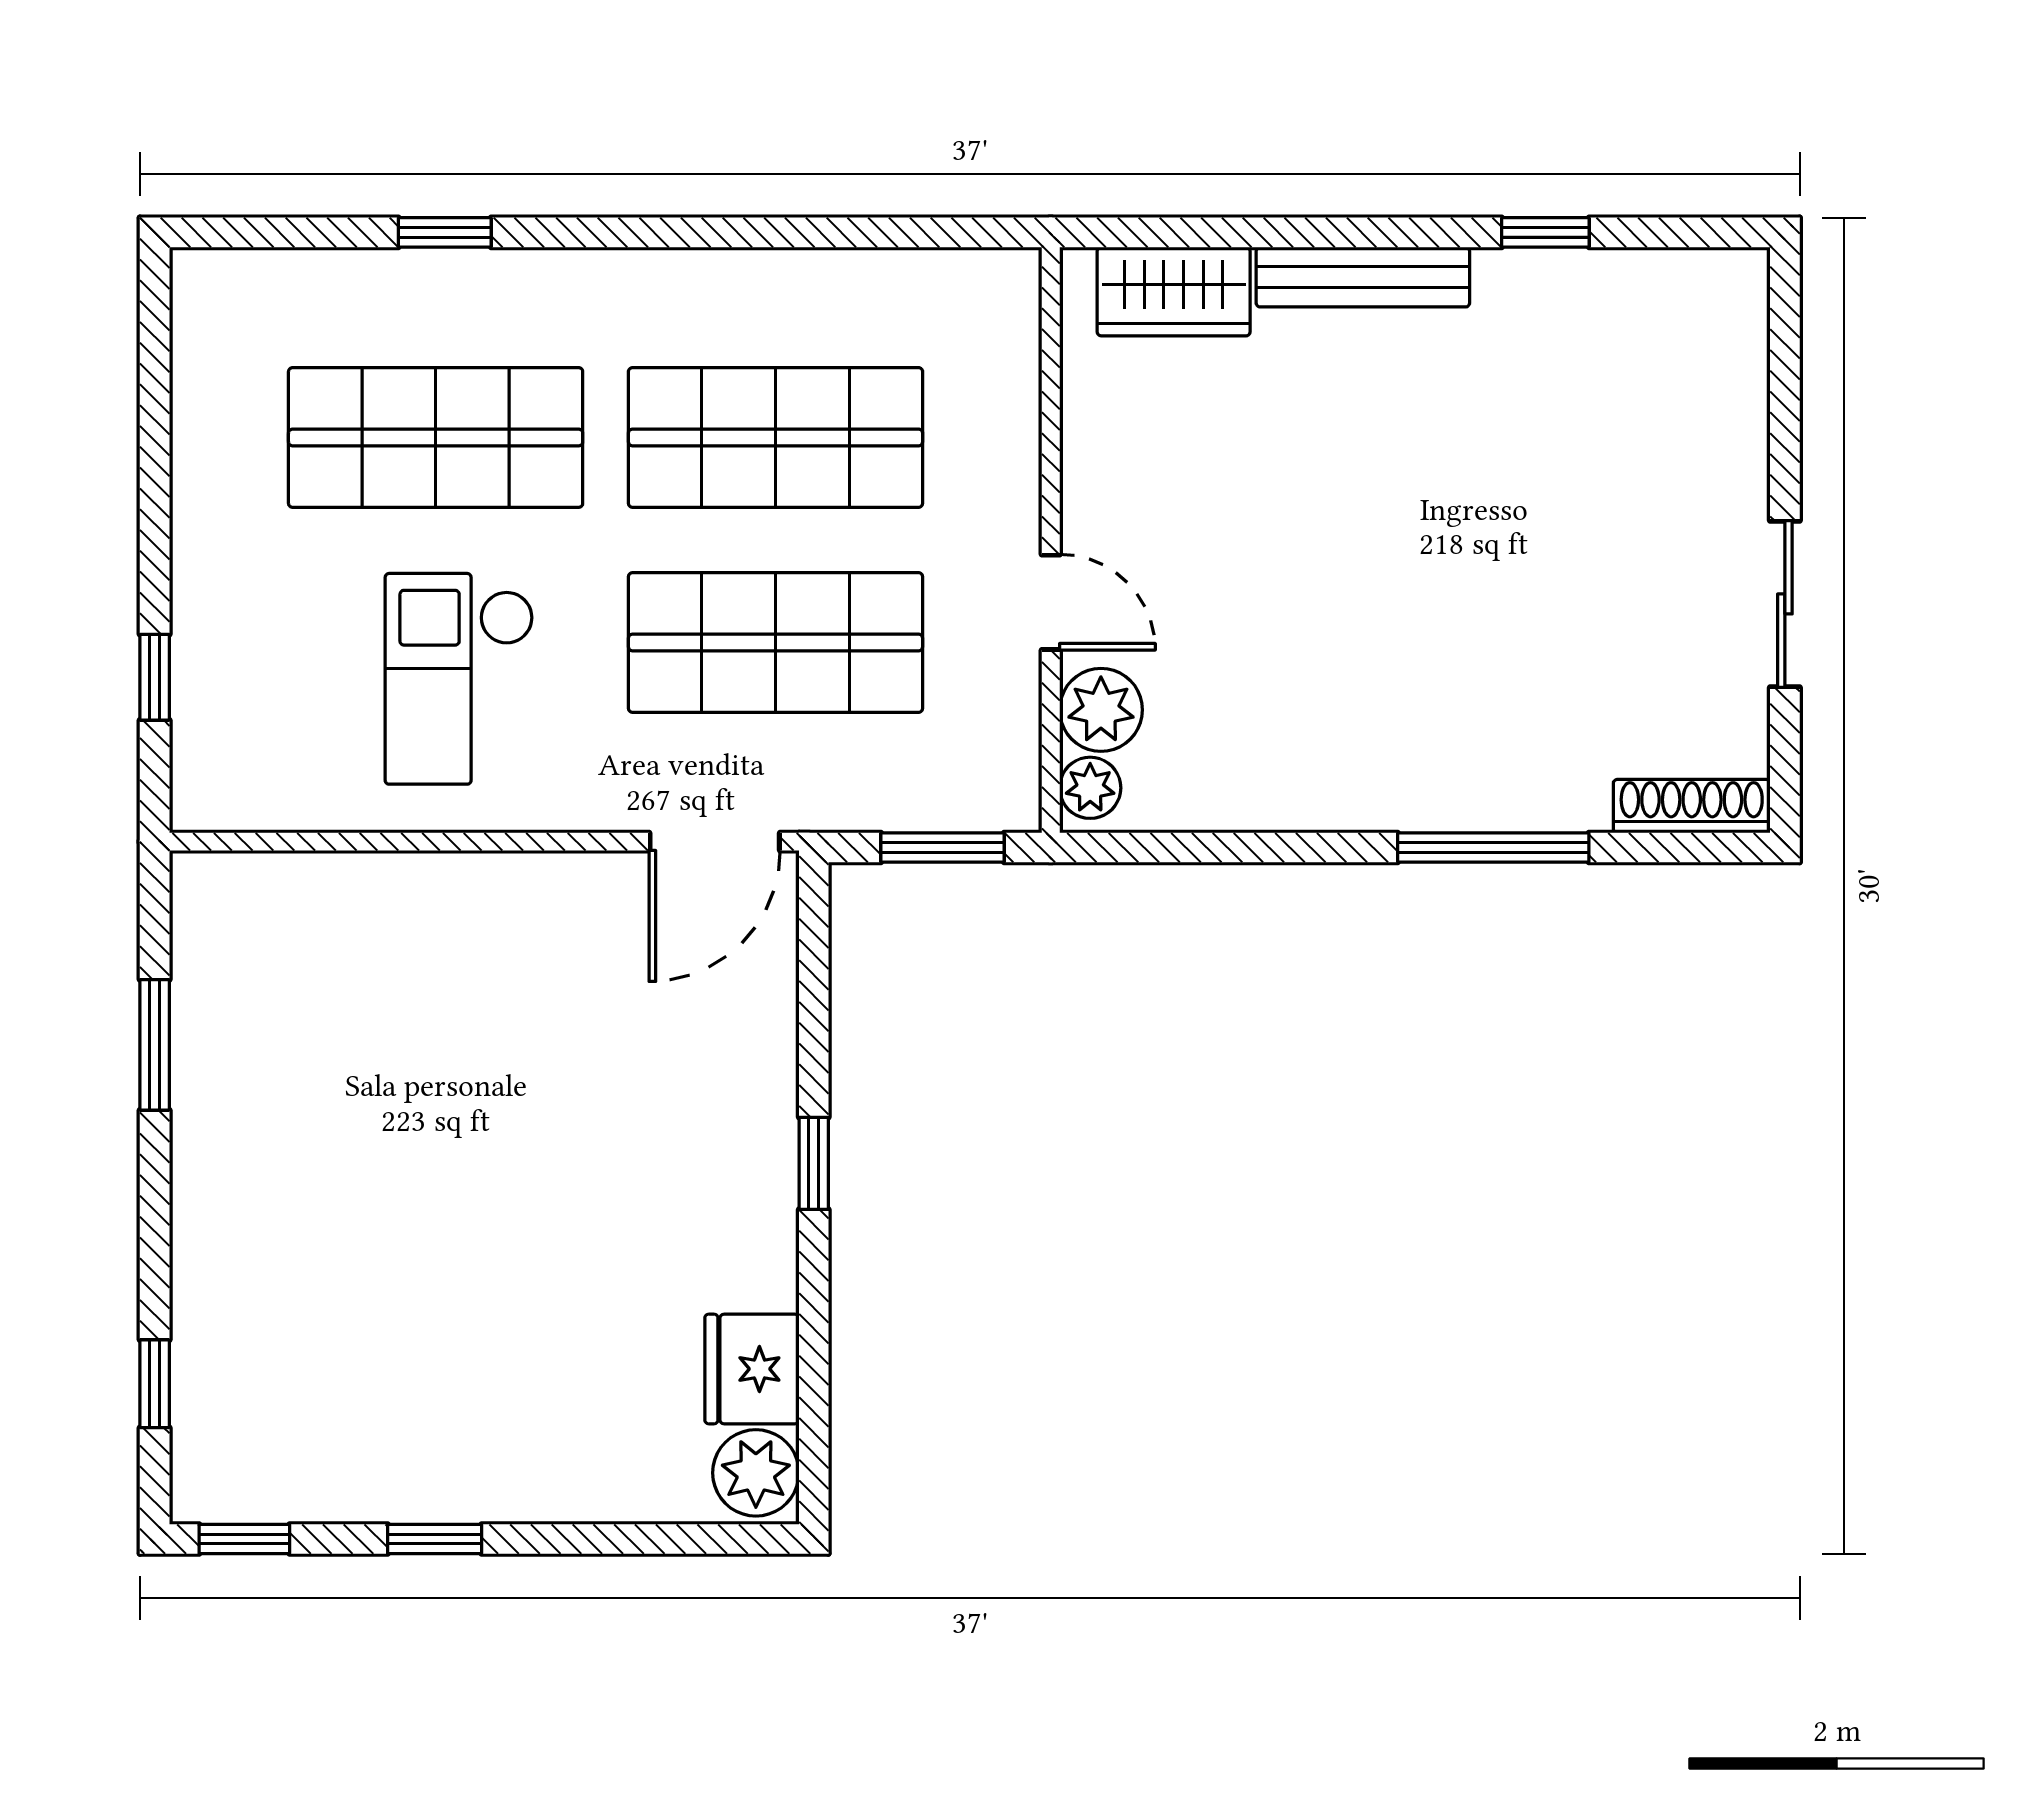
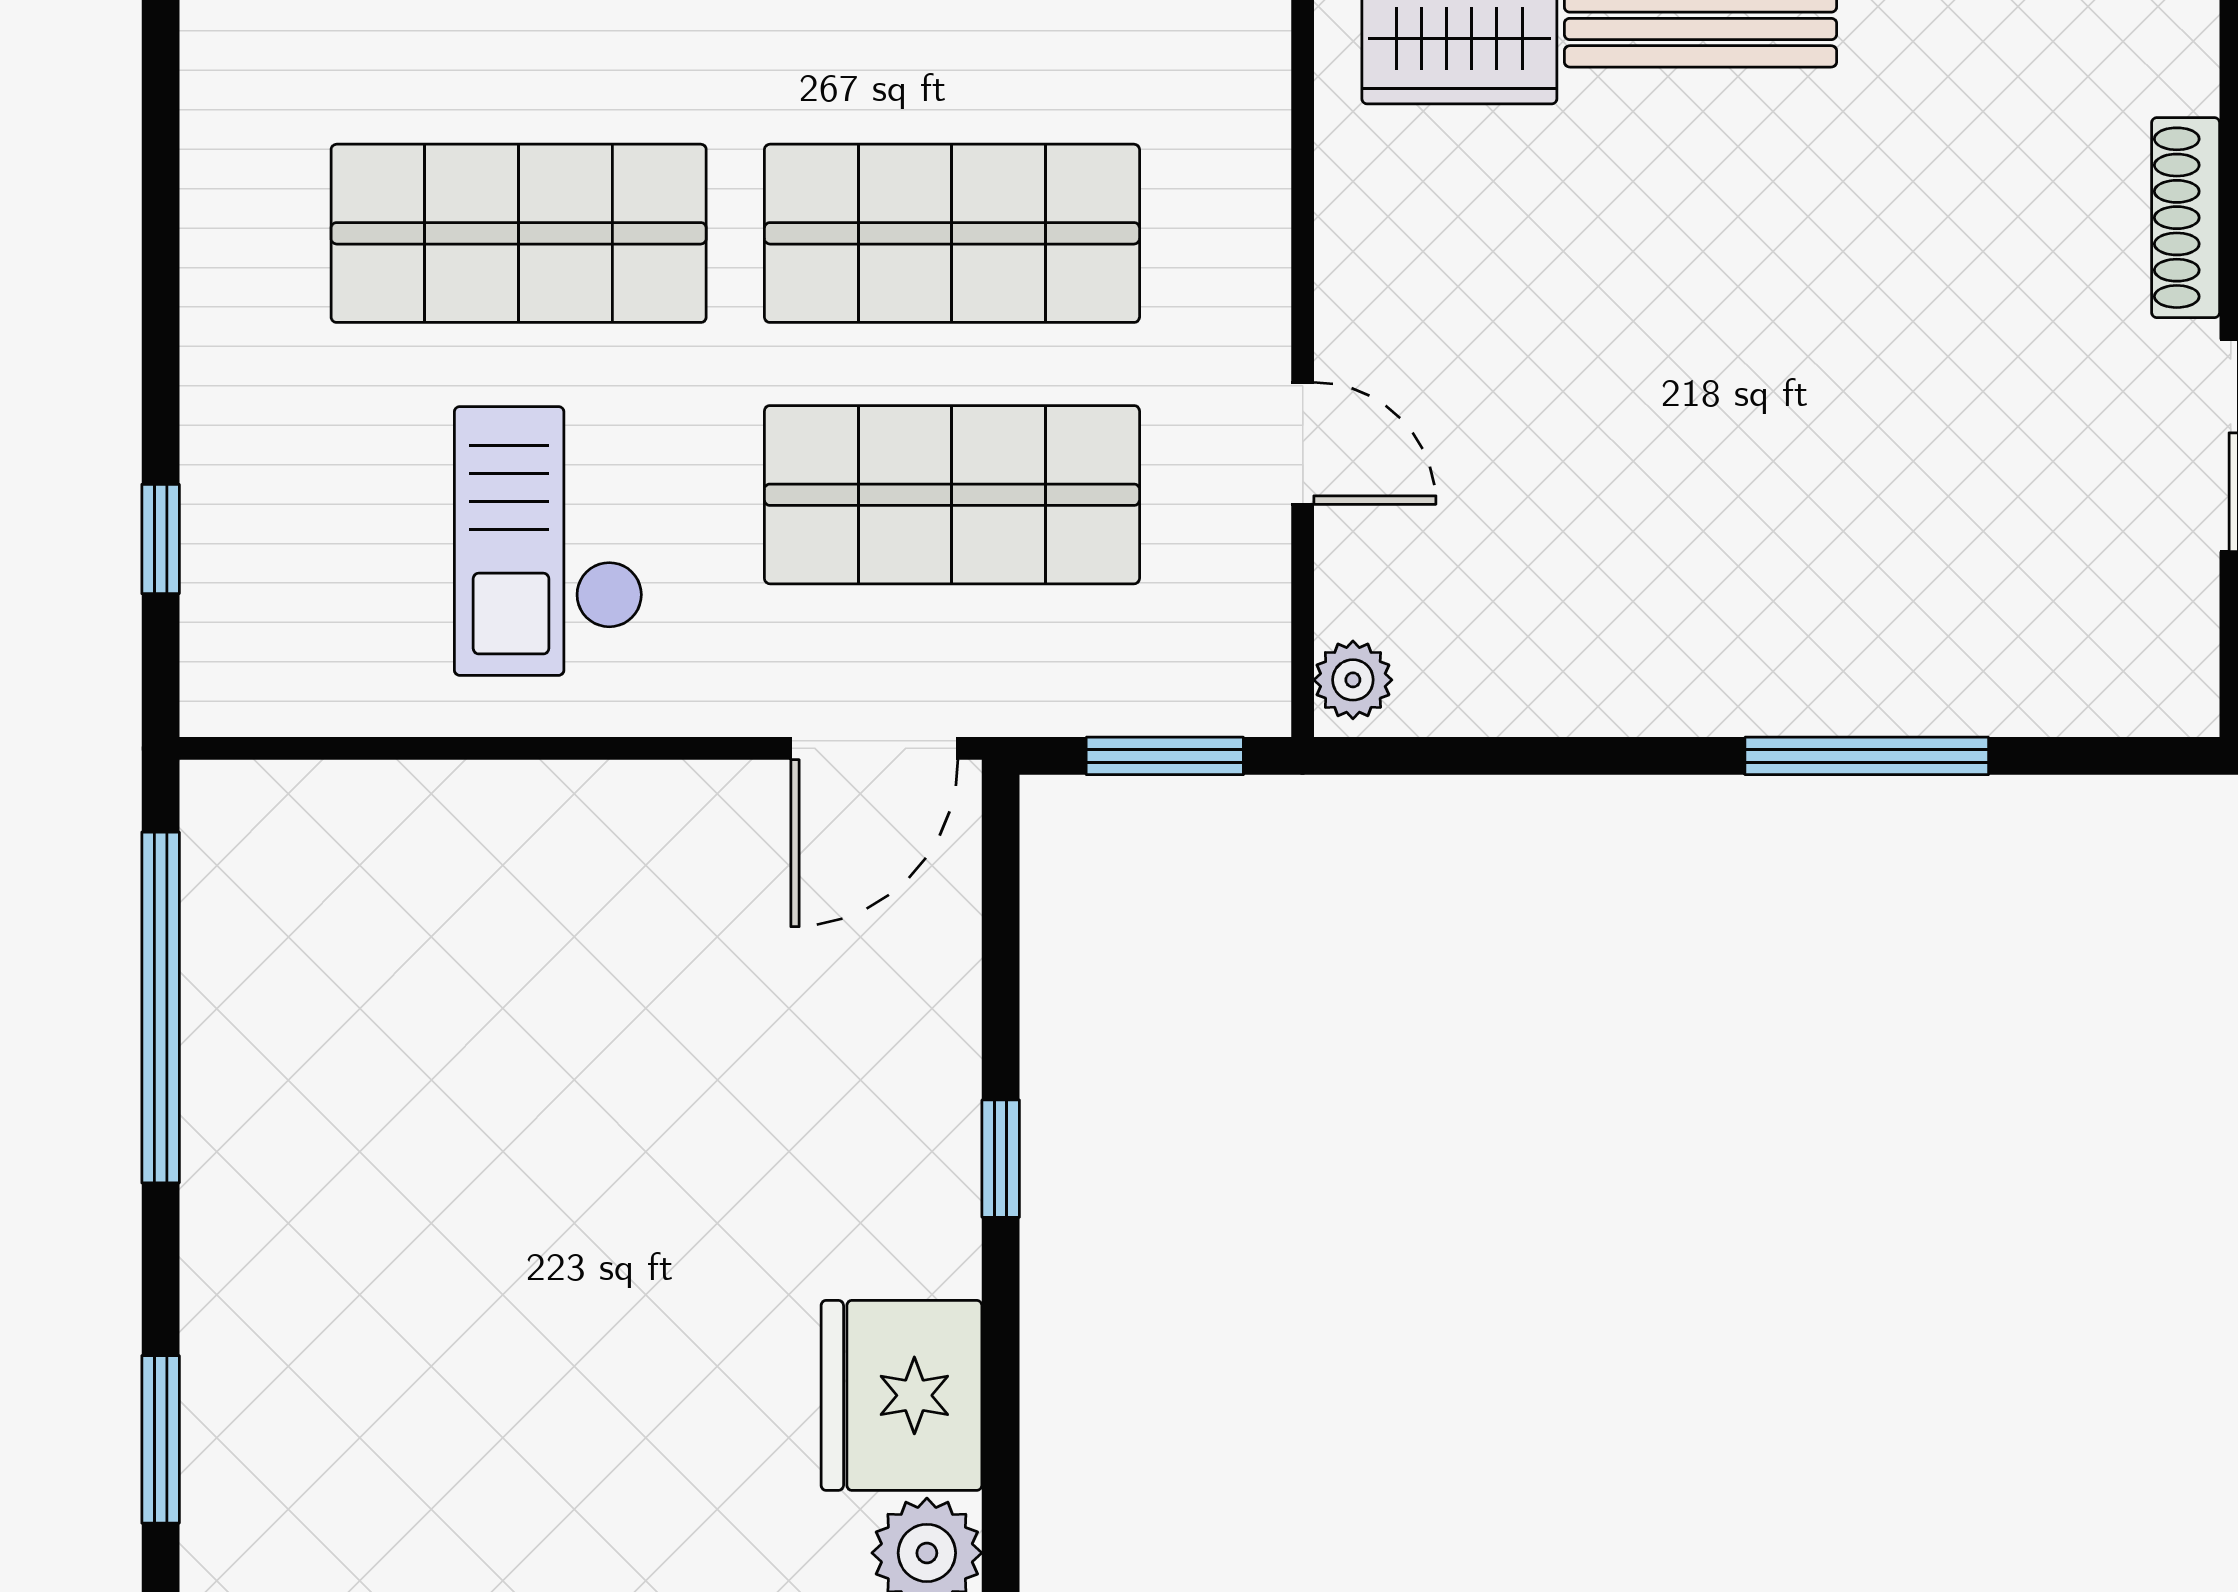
plant: (1101, 710) -> (1367, 581), removed
shoe rack: (1692, 806) -> (2186, 218), moved, turned -90
window: (155, 1045) -> (161, 1008), width x2.11
fridge: (752, 1369) -> (901, 1395), width x1.36, depth x1.34
window: (155, 1384) -> (161, 1439), width x1.50

